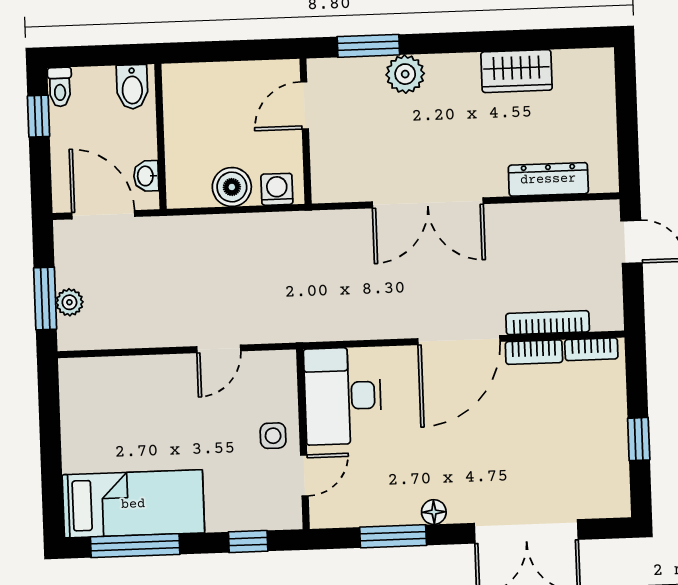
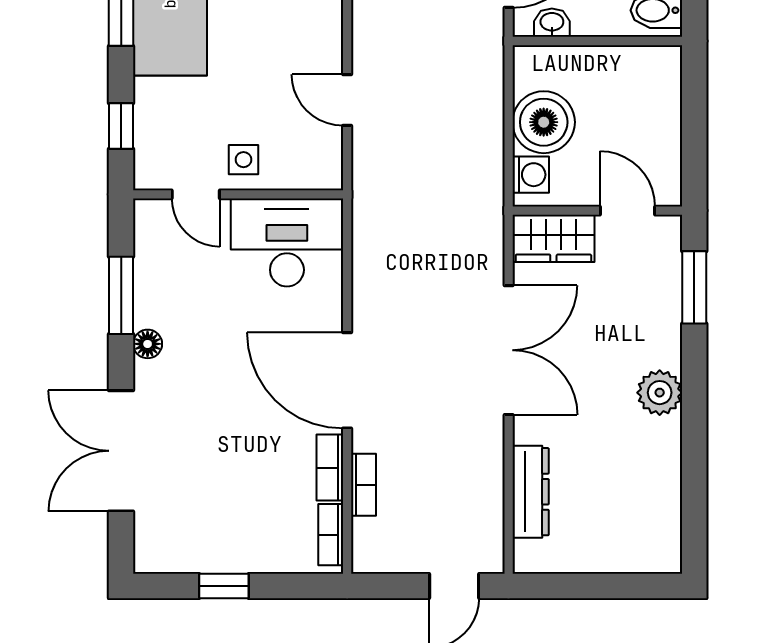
wardrobe: (516, 71) -> (553, 238), moved, turned -90
plant: (405, 74) -> (660, 393), moved
boiler: (232, 187) -> (544, 122), width x1.37, depth x1.37
double door: (428, 203) -> (509, 350), swing flipped
bookcase: (548, 323) -> (364, 485), width x0.64

